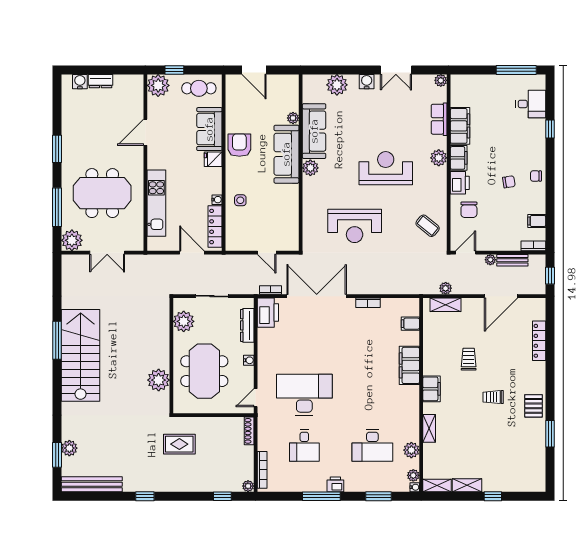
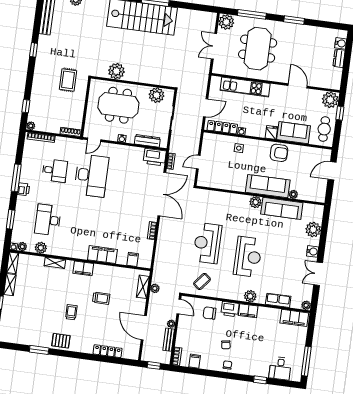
filing cabinet: (460, 126) -> (294, 318), moved
reception desk: (355, 226) -> (207, 243), moved
door: (256, 398) -> (94, 140), swing flipped
desk: (304, 445) -> (55, 171), turned 180

